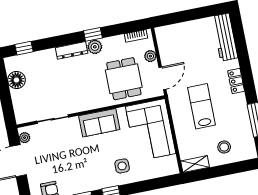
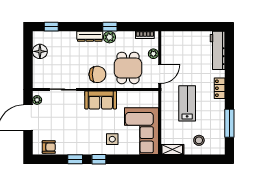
chair: (89, 93) -> (97, 74), added
corner sofa: (151, 130) -> (142, 131), moved

